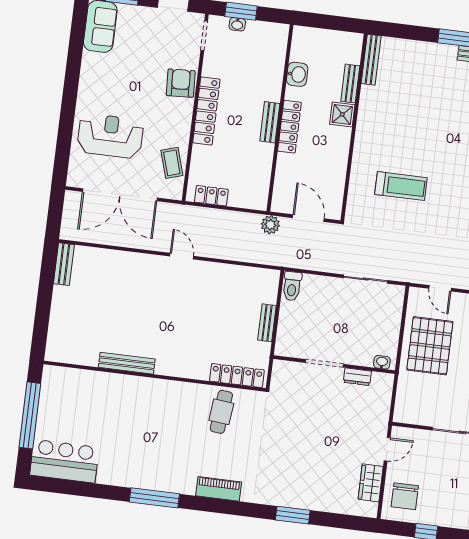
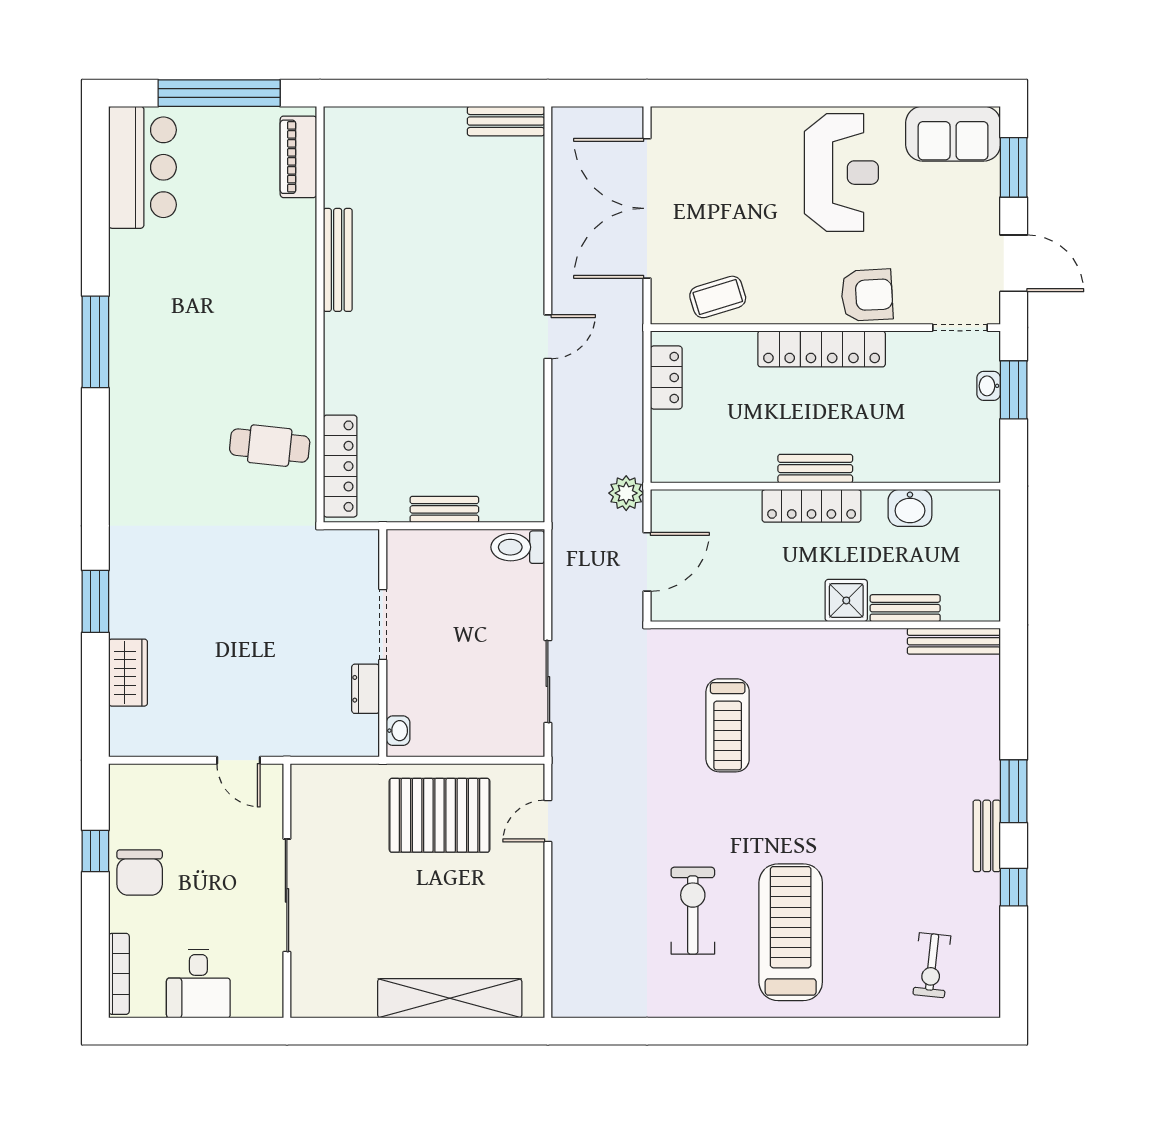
reception desk: (110, 136) -> (841, 173), moved
wardrobe: (371, 483) -> (128, 673), moved, turned 90
piano: (219, 489) -> (298, 157), moved, turned 180
chair: (405, 496) -> (140, 873), moved, turned -90

